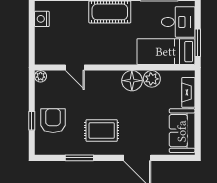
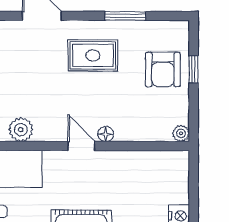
door: (75, 68) -> (81, 146), moved
floor lamp: (132, 81) -> (106, 134), moved, width x0.53, depth x0.53

